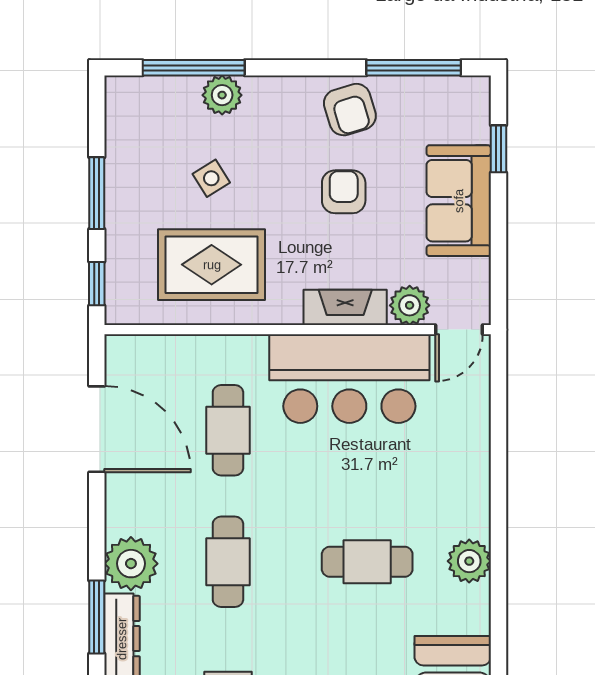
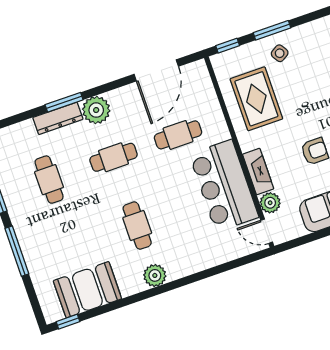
side table: (211, 178) -> (280, 53), moved

